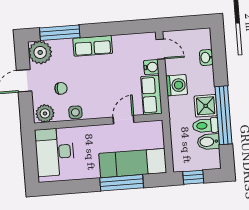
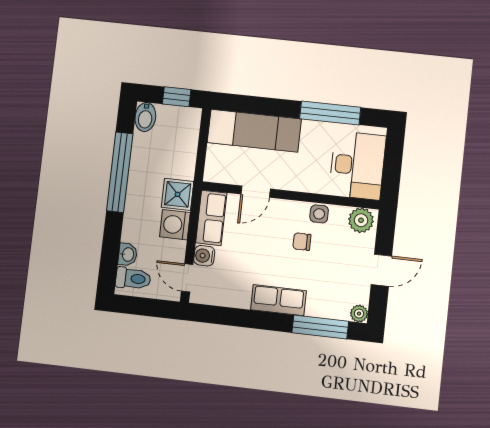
plant: (40, 52) -> (359, 314), width x0.53, depth x0.53
chair: (61, 88) -> (302, 242), moved
shower: (206, 106) -> (178, 194), moved
toilet: (205, 126) -> (133, 278), moved
bidet: (208, 142) -> (145, 117), moved, turned 90
window: (122, 183) -> (330, 113), moved

